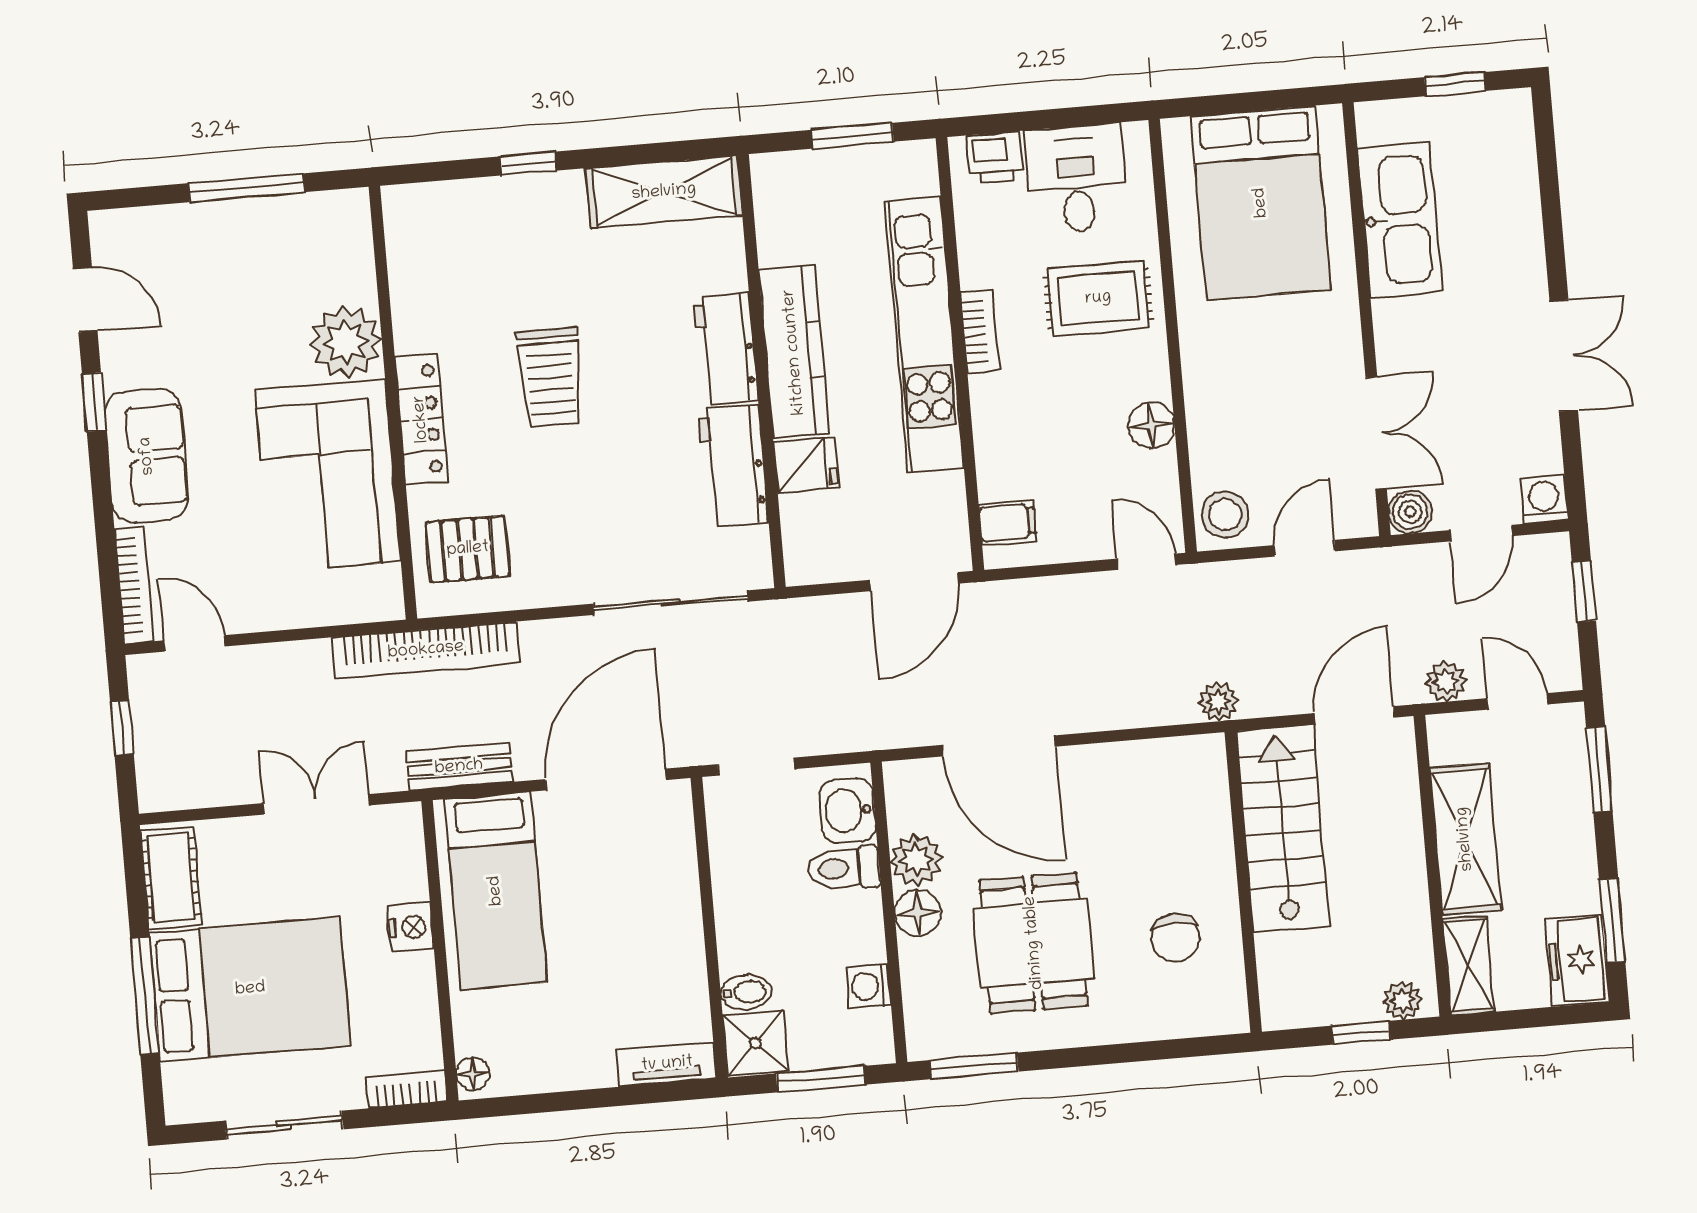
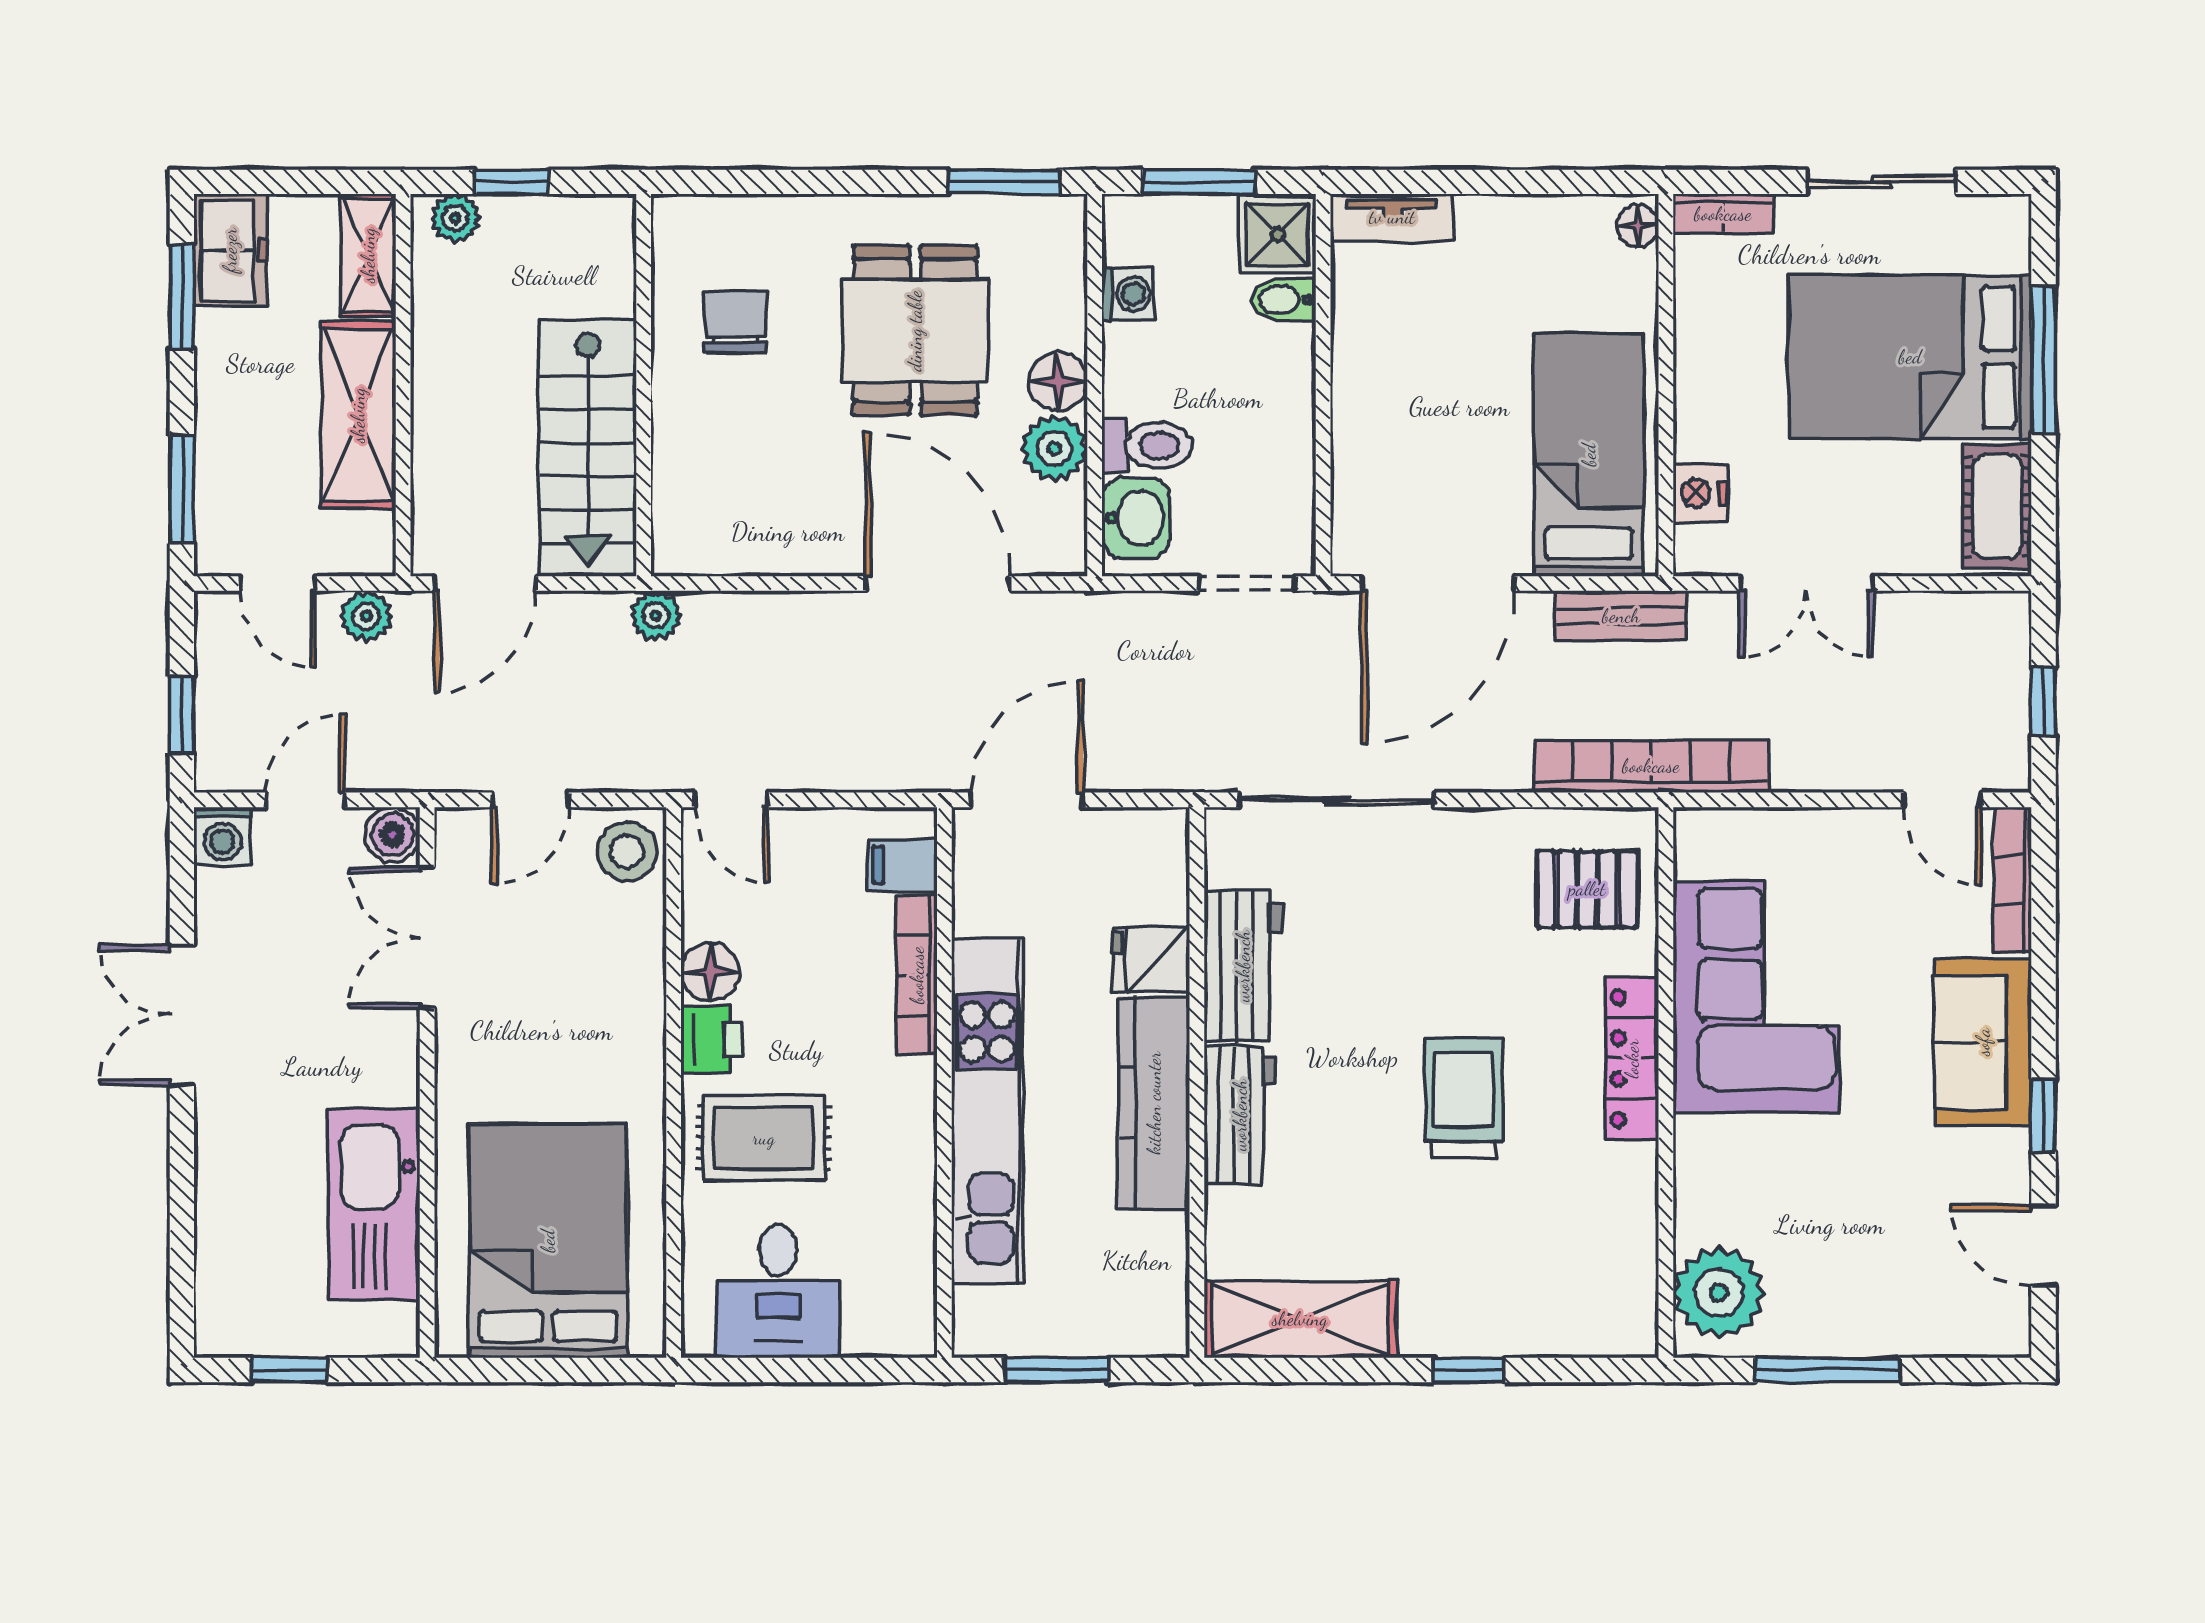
printer: (995, 157) -> (712, 1040), moved, turned 90
bookcase: (980, 331) -> (917, 975), moved, width x1.56
plant: (346, 342) -> (1719, 1293), moved
nightstand: (411, 927) -> (1700, 493), moved

